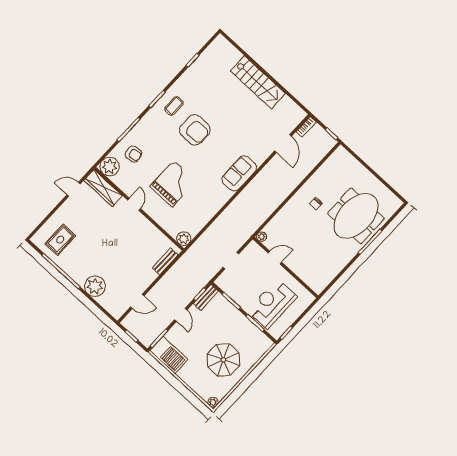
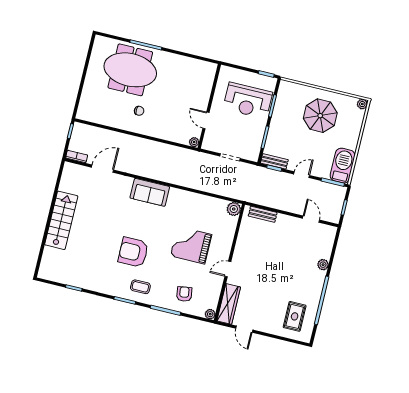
coffee table: (174, 106) -> (140, 287), moved
armchair: (195, 130) -> (133, 252), turned -90
plant: (110, 167) -> (210, 314), width x0.53, depth x0.53
rug: (60, 240) -> (295, 316), turned 90
plant: (95, 286) -> (323, 265), width x0.53, depth x0.53

